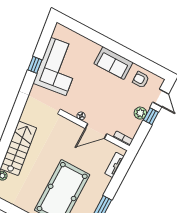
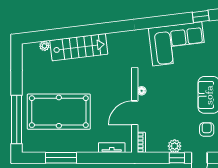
window: (35, 65) -> (201, 16), moved
door: (96, 131) -> (135, 113), hinge flipped

